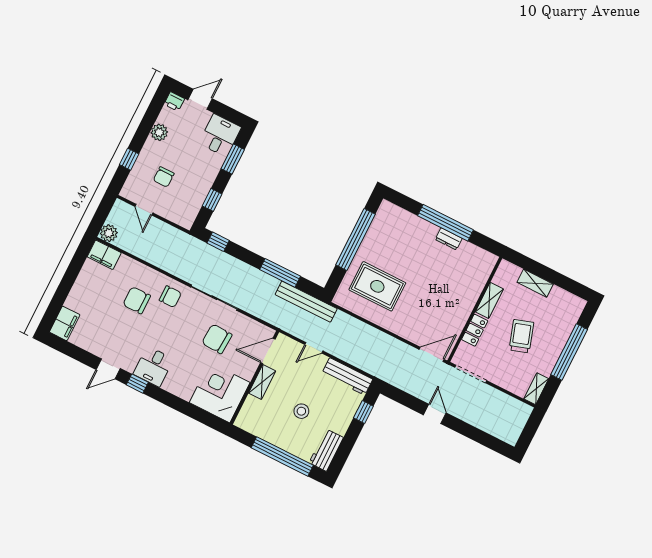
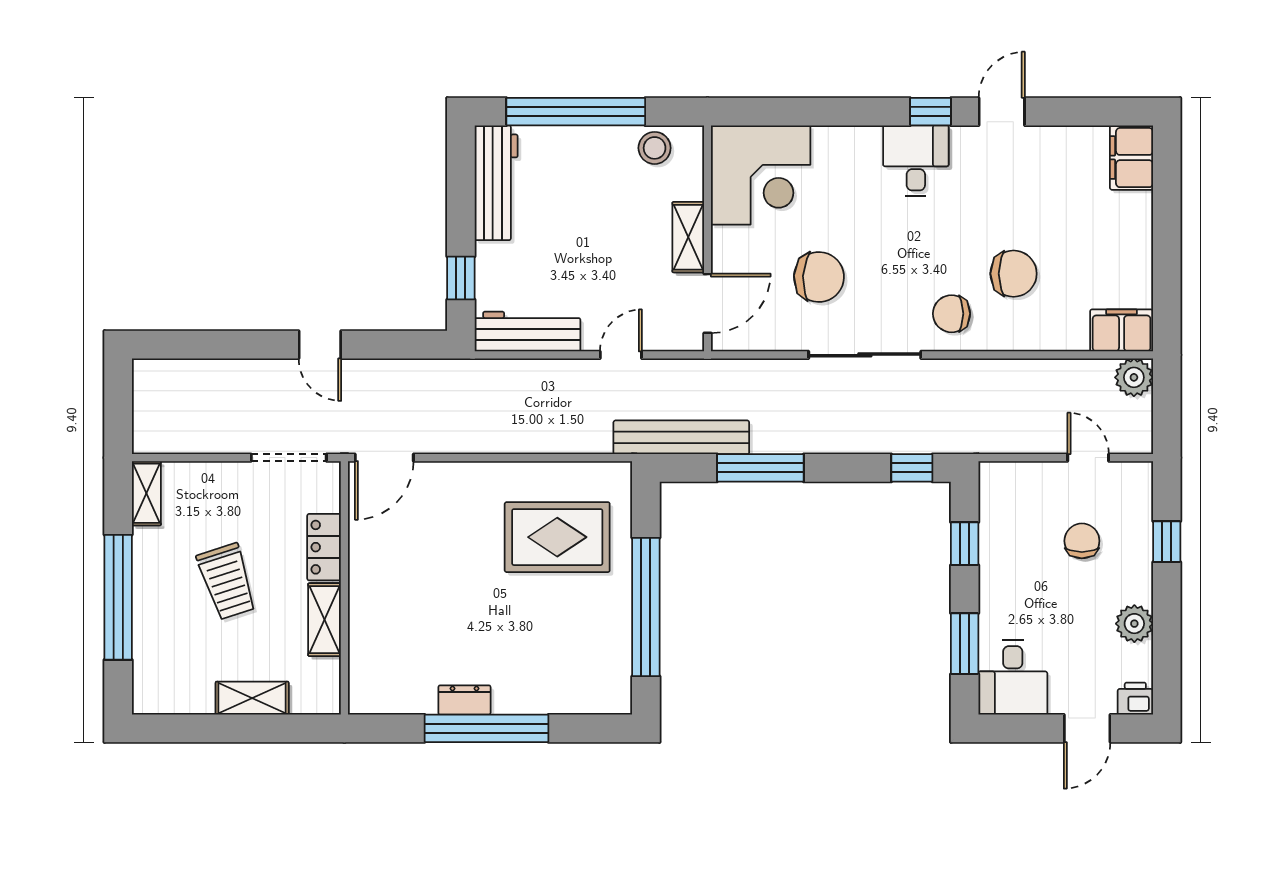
stool: (301, 411) -> (655, 148), moved
workbench: (326, 450) -> (496, 183), width x1.37

